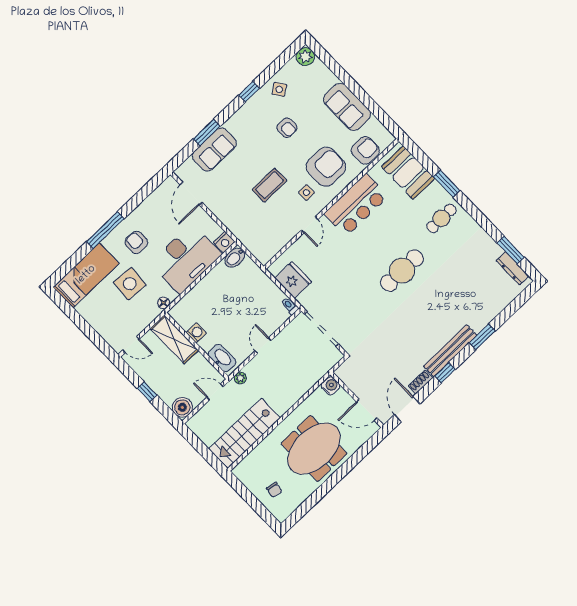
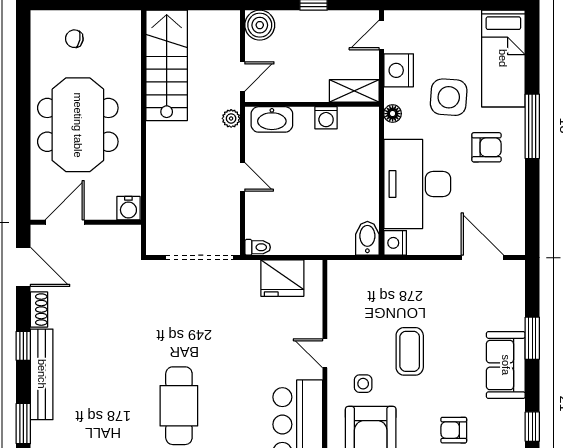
sofa: (214, 150) -> (506, 365), moved
nightstand: (140, 320) -> (399, 70), added
shelving: (174, 339) -> (354, 91), width x0.67, depth x0.75

